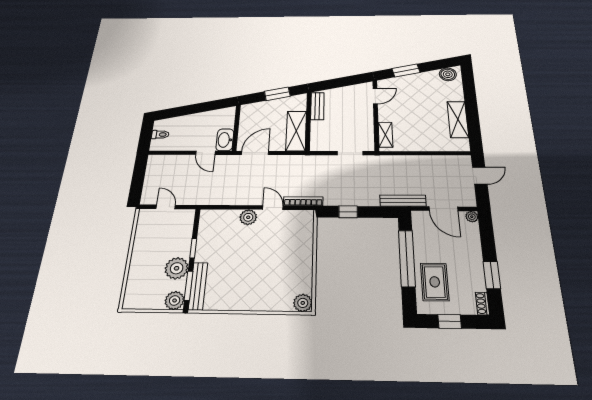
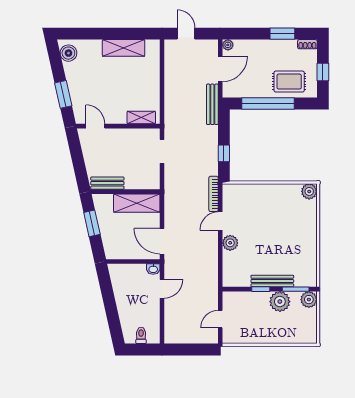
washbasin: (225, 140) -> (153, 269), width x0.52, depth x0.69
bench: (198, 286) -> (272, 281), moved

